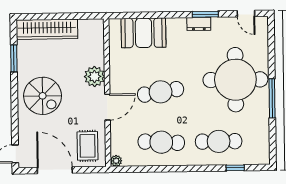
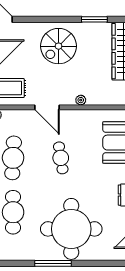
plant: (94, 76) -> (81, 100), width x0.53, depth x0.53
cafe table: (161, 92) -> (61, 158), width x0.73, depth x0.74

